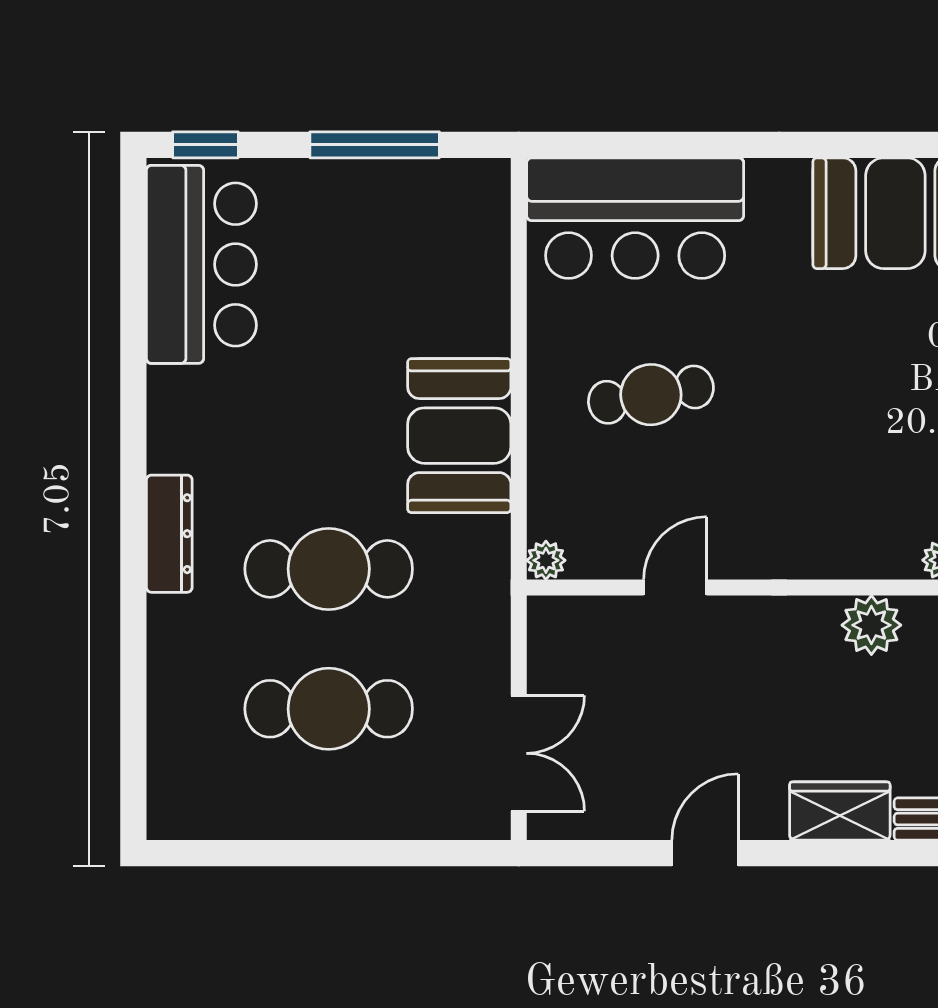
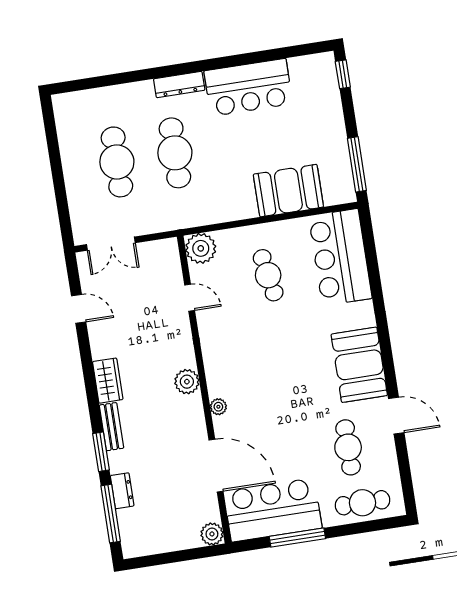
window: (375, 145) -> (357, 164), moved
bar counter: (201, 264) -> (248, 87), moved
booth: (459, 436) -> (288, 191), moved
plant: (546, 560) -> (201, 248), width x1.88, depth x1.88
door: (705, 853) -> (79, 309), moved

